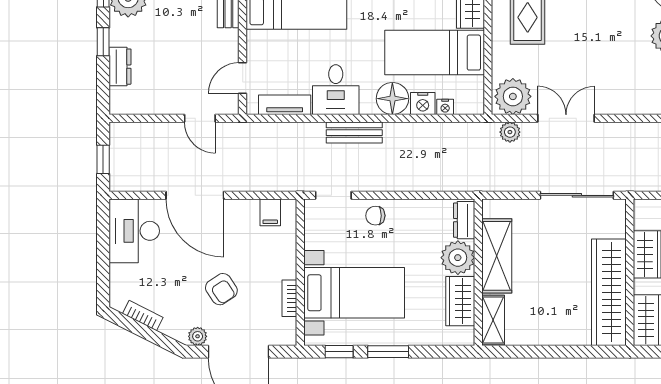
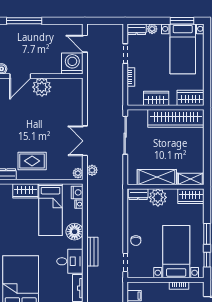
plant: (513, 96) -> (78, 173), width x0.53, depth x0.53
nightstand: (423, 104) -> (77, 192), moved
wardrobe: (460, 301) -> (191, 196), moved

